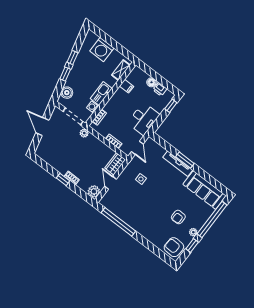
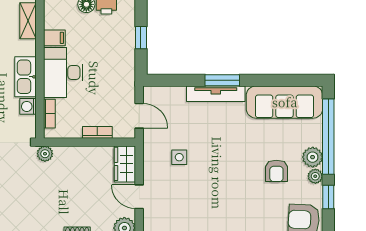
window: (171, 106) -> (141, 38), moved
desk: (144, 119) -> (63, 72), moved, turned 180
plant: (198, 223) -> (313, 157), added

